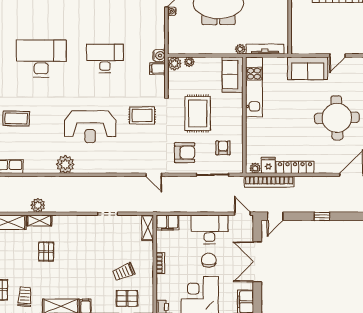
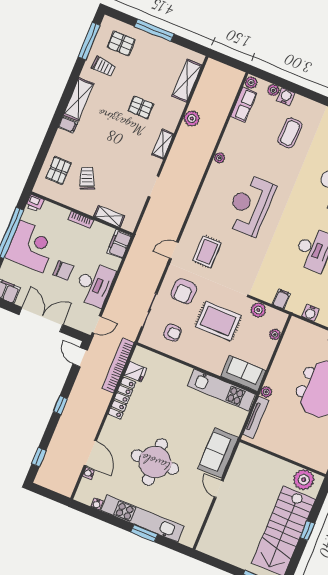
water cooler: (159, 56) -> (311, 313), moved
plant: (175, 64) -> (258, 310), moved
rug: (142, 115) -> (207, 252), moved
plant: (65, 164) -> (219, 158), width x0.53, depth x0.53
plant: (255, 168) -> (138, 357), removed
shelving: (39, 221) -> (163, 144), moved
shelving: (148, 228) -> (109, 216), moved

